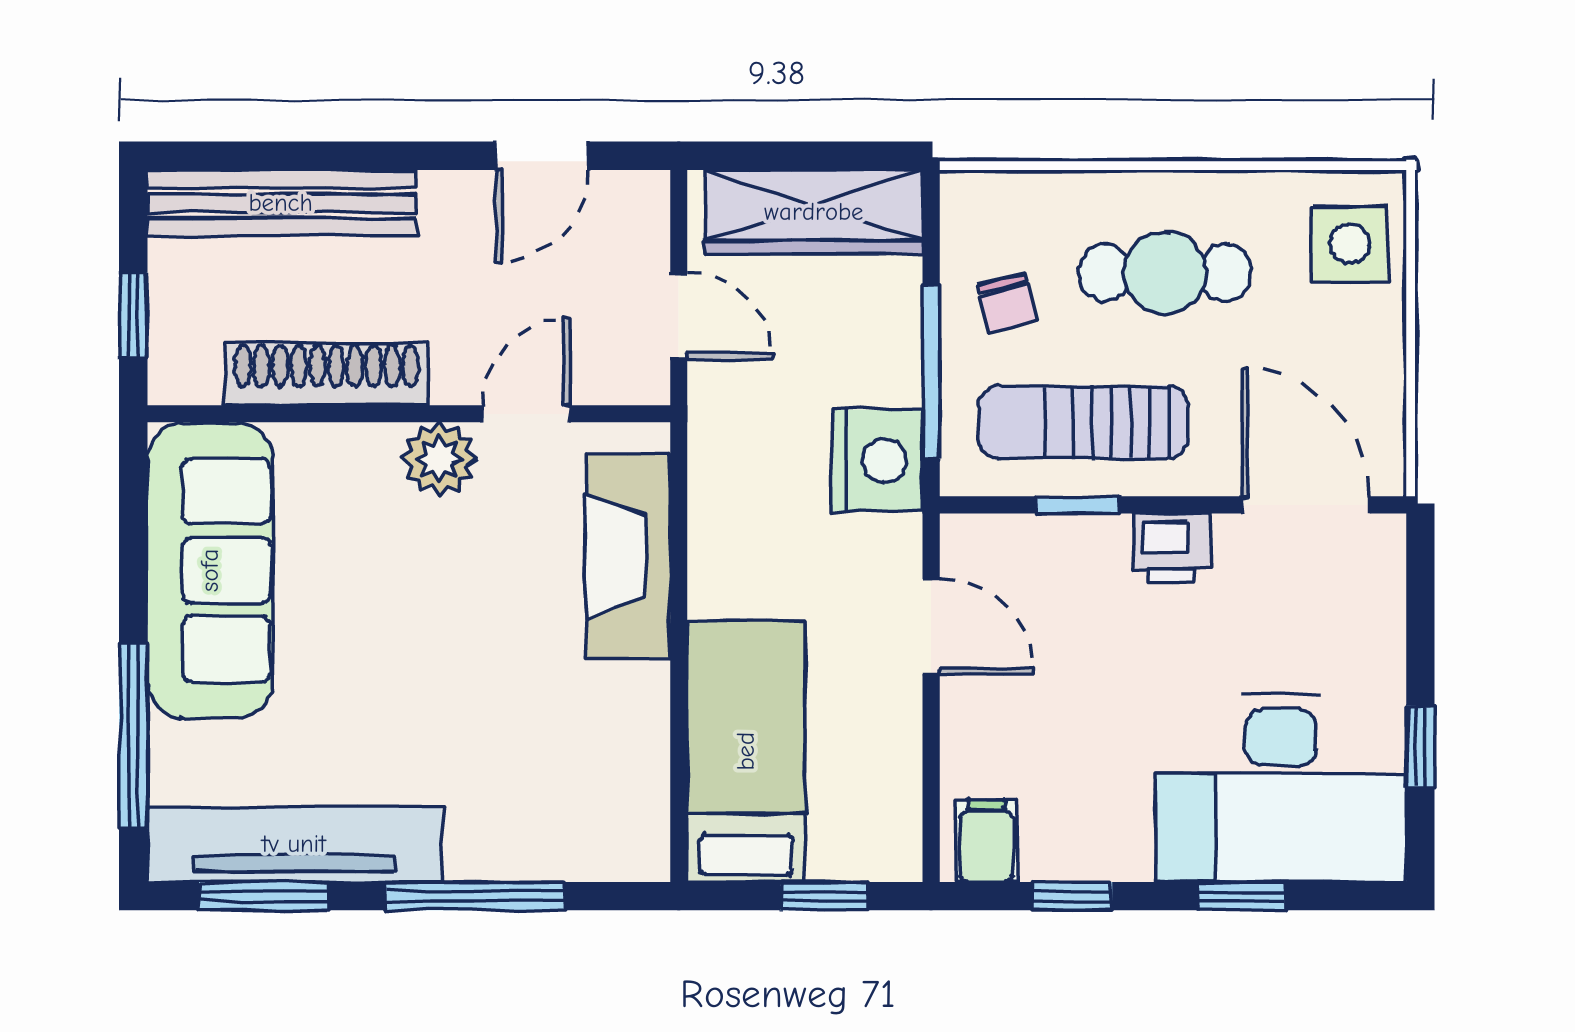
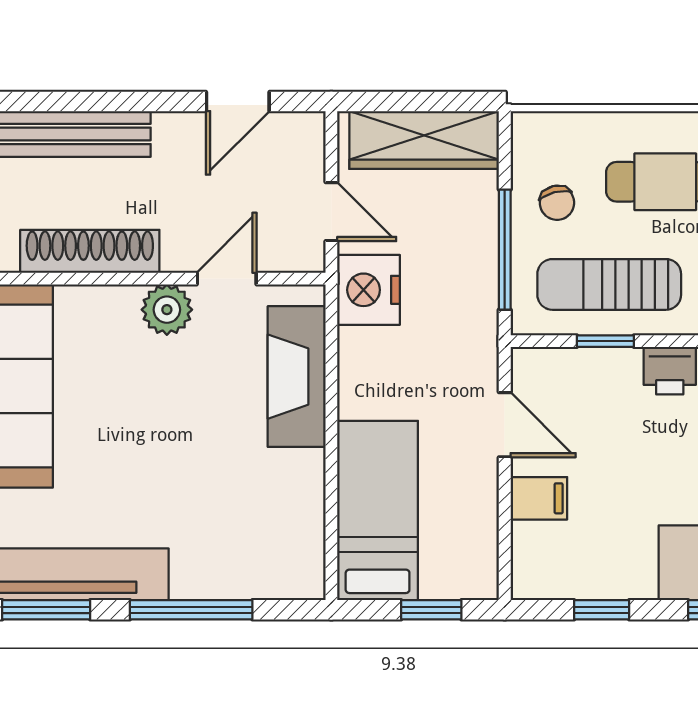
nightstand: (877, 461) -> (369, 290), moved, turned 180
filing cabinet: (986, 841) -> (539, 498), moved, turned 90

